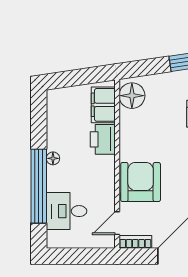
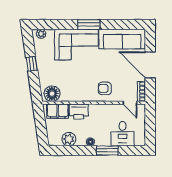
plant: (58, 123) -> (69, 139), added
armchair: (141, 182) -> (105, 88), width x0.53, depth x0.53
window: (39, 186) -> (107, 151), width x0.47

